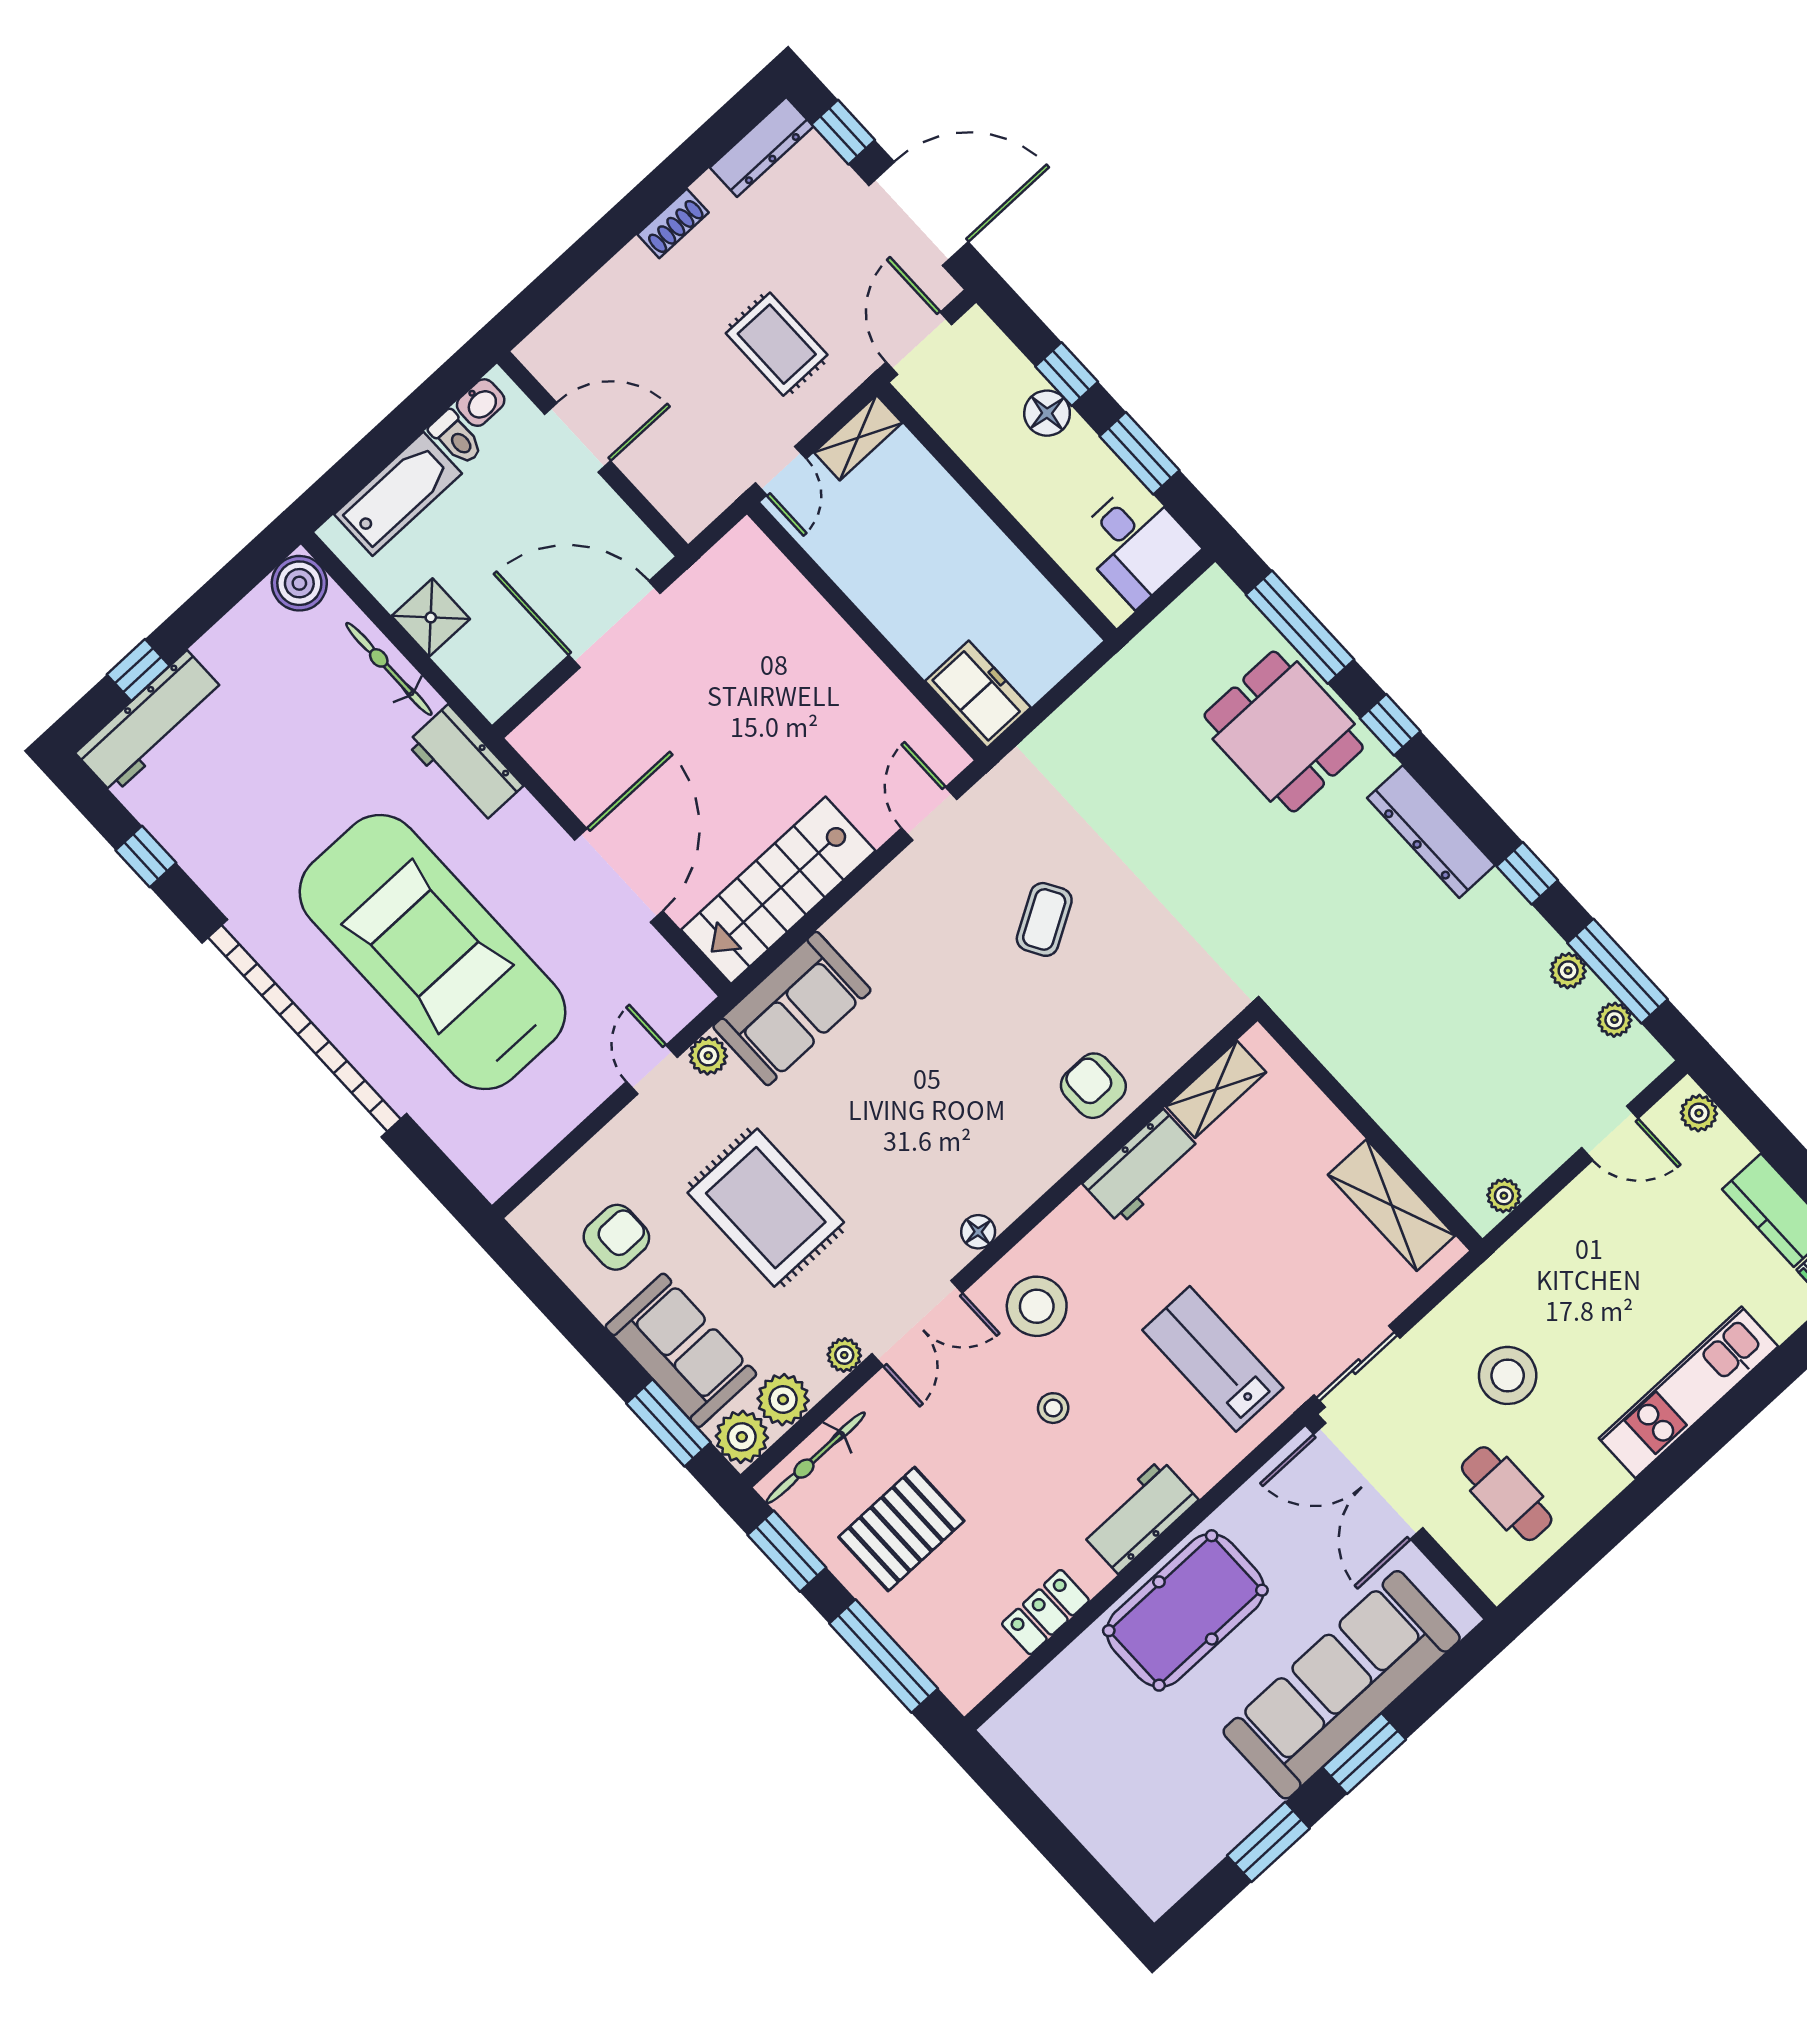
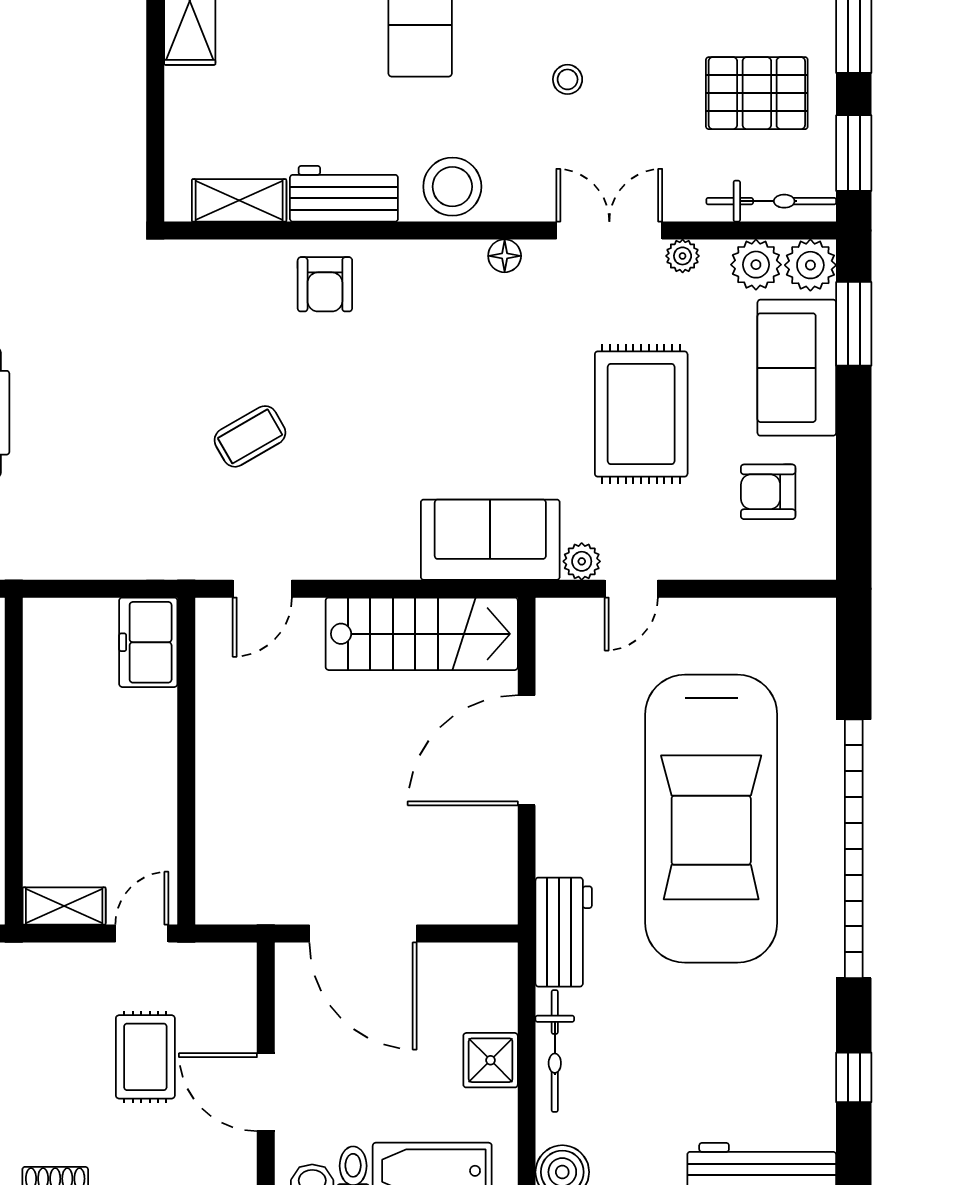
rug: (777, 344) -> (145, 1057), moved
stool: (1037, 1306) -> (452, 187), moved

